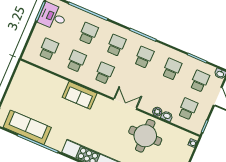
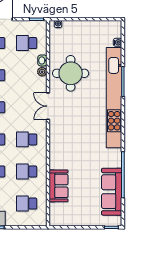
sofa: (80, 95) -> (59, 186), moved

